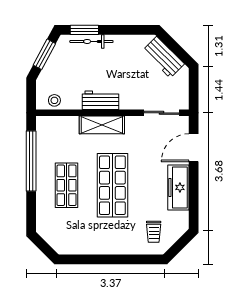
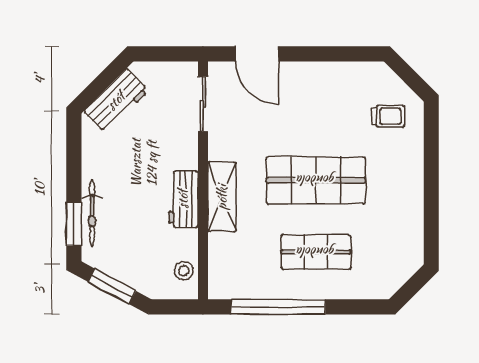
freezer: (178, 187) -> (319, 78), removed

